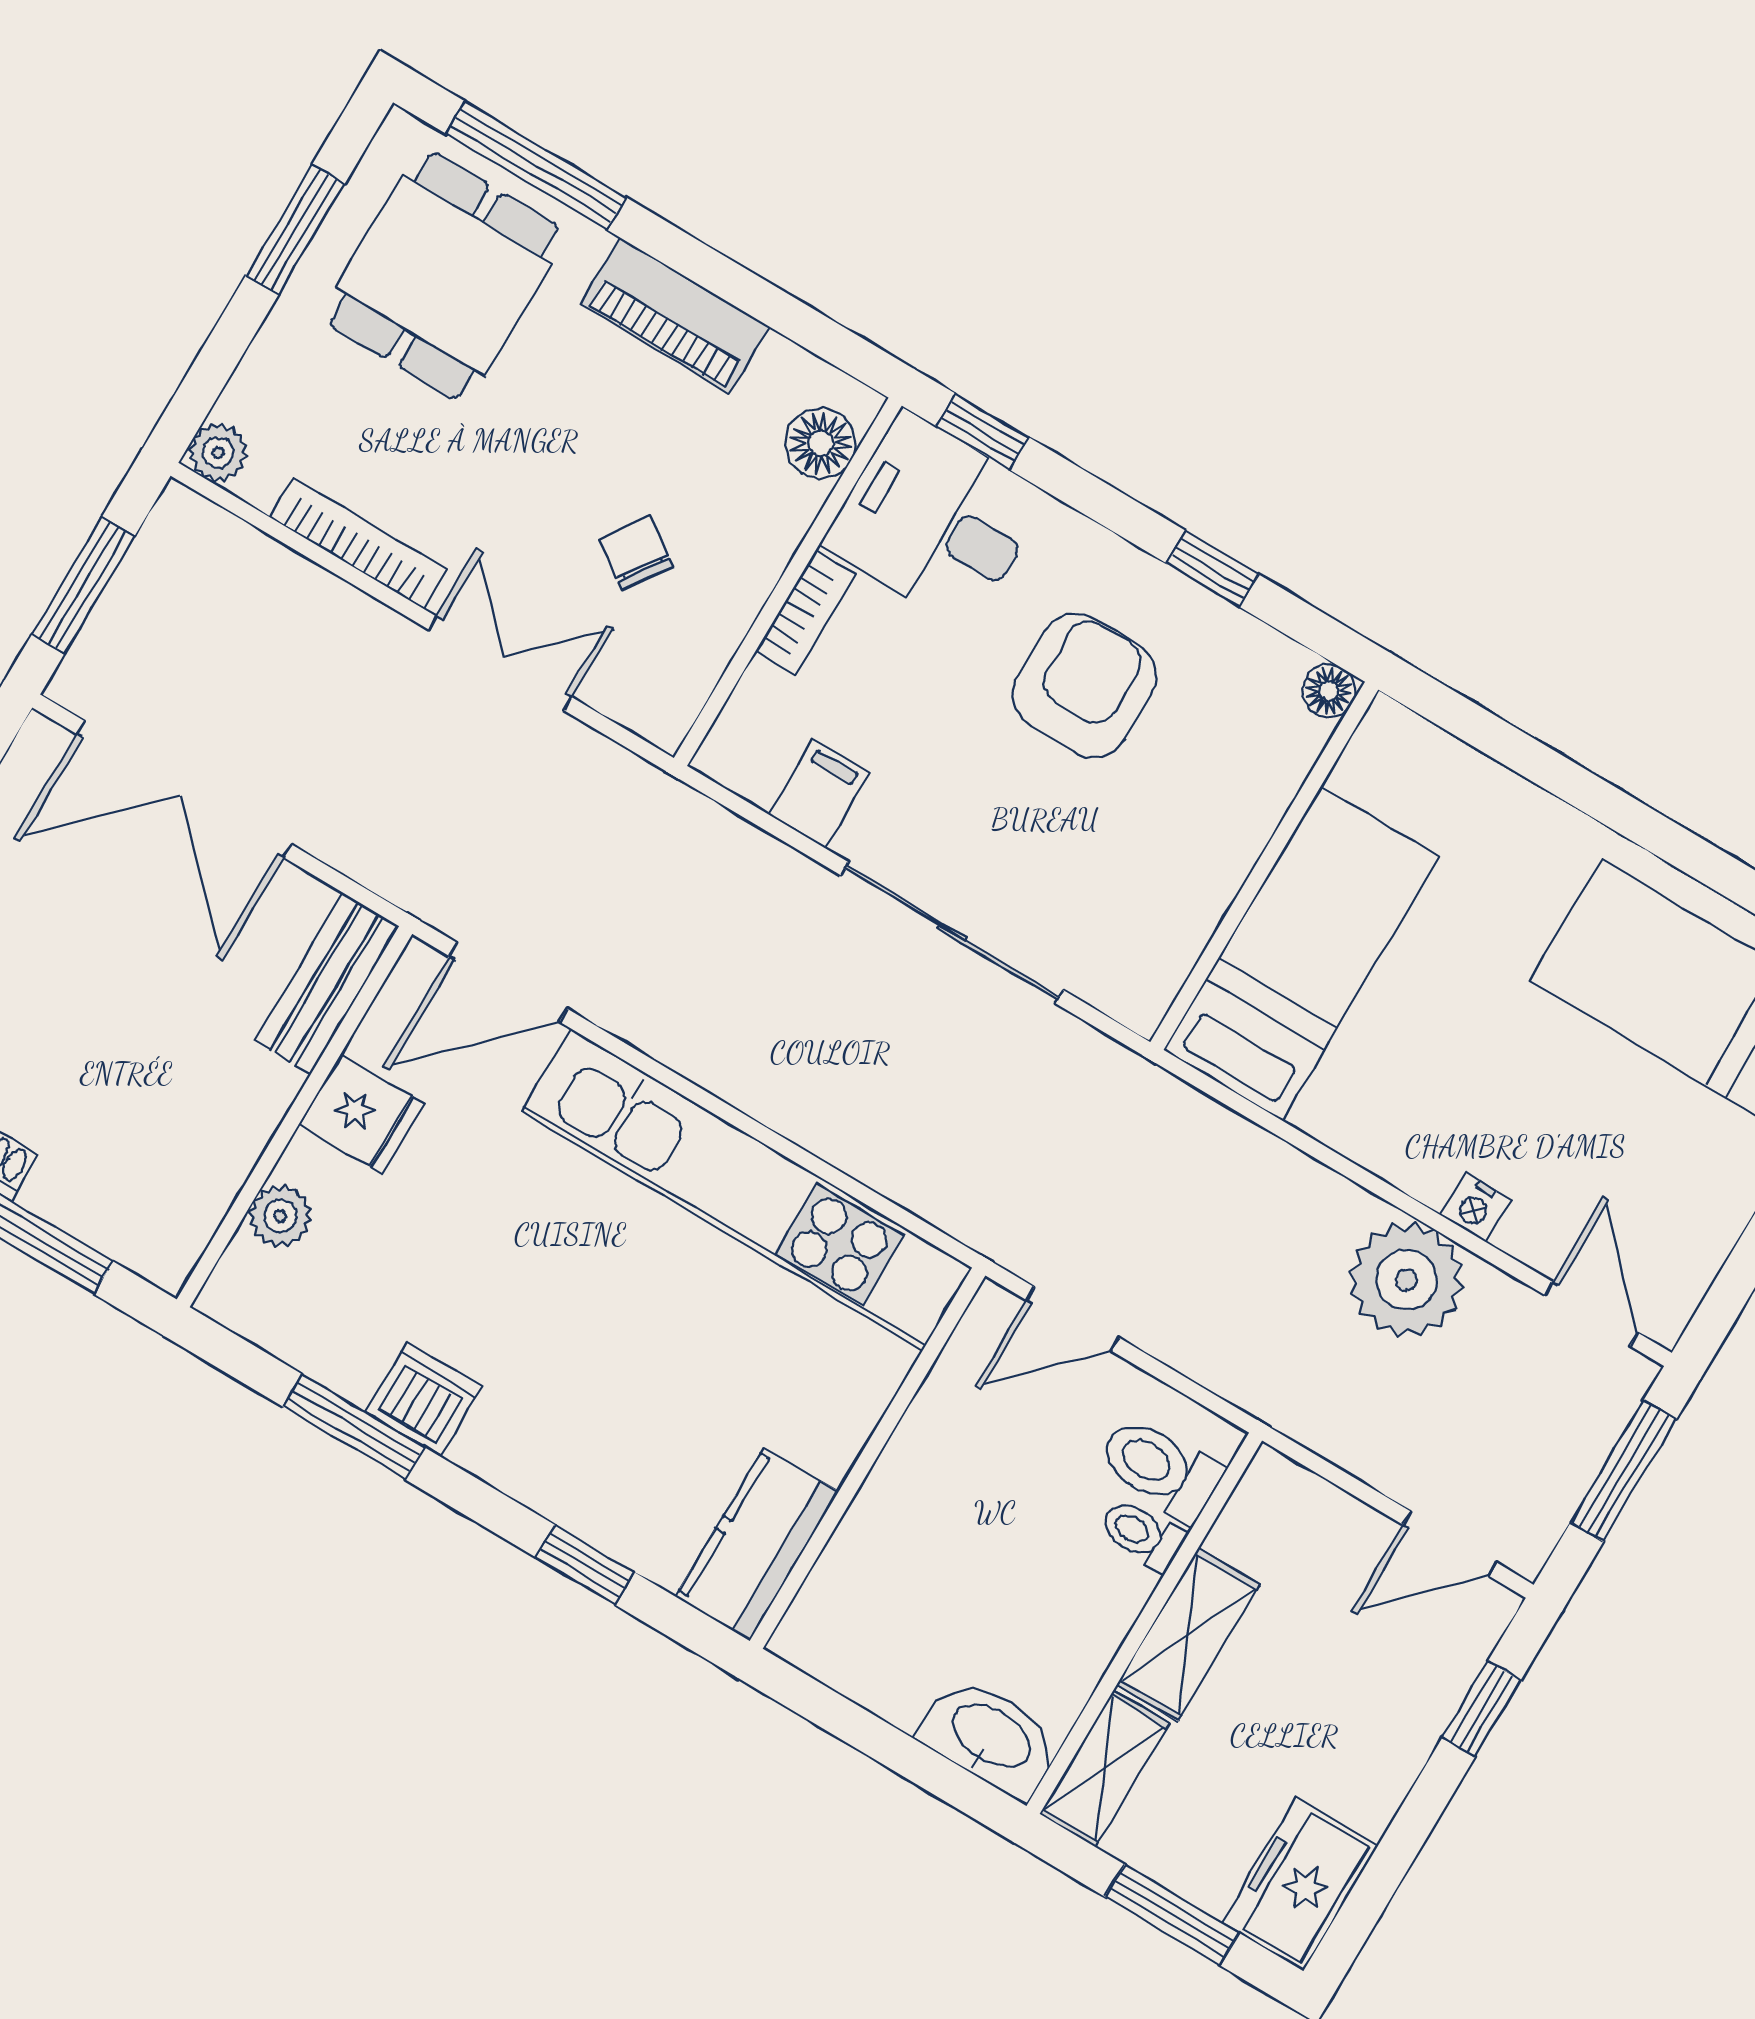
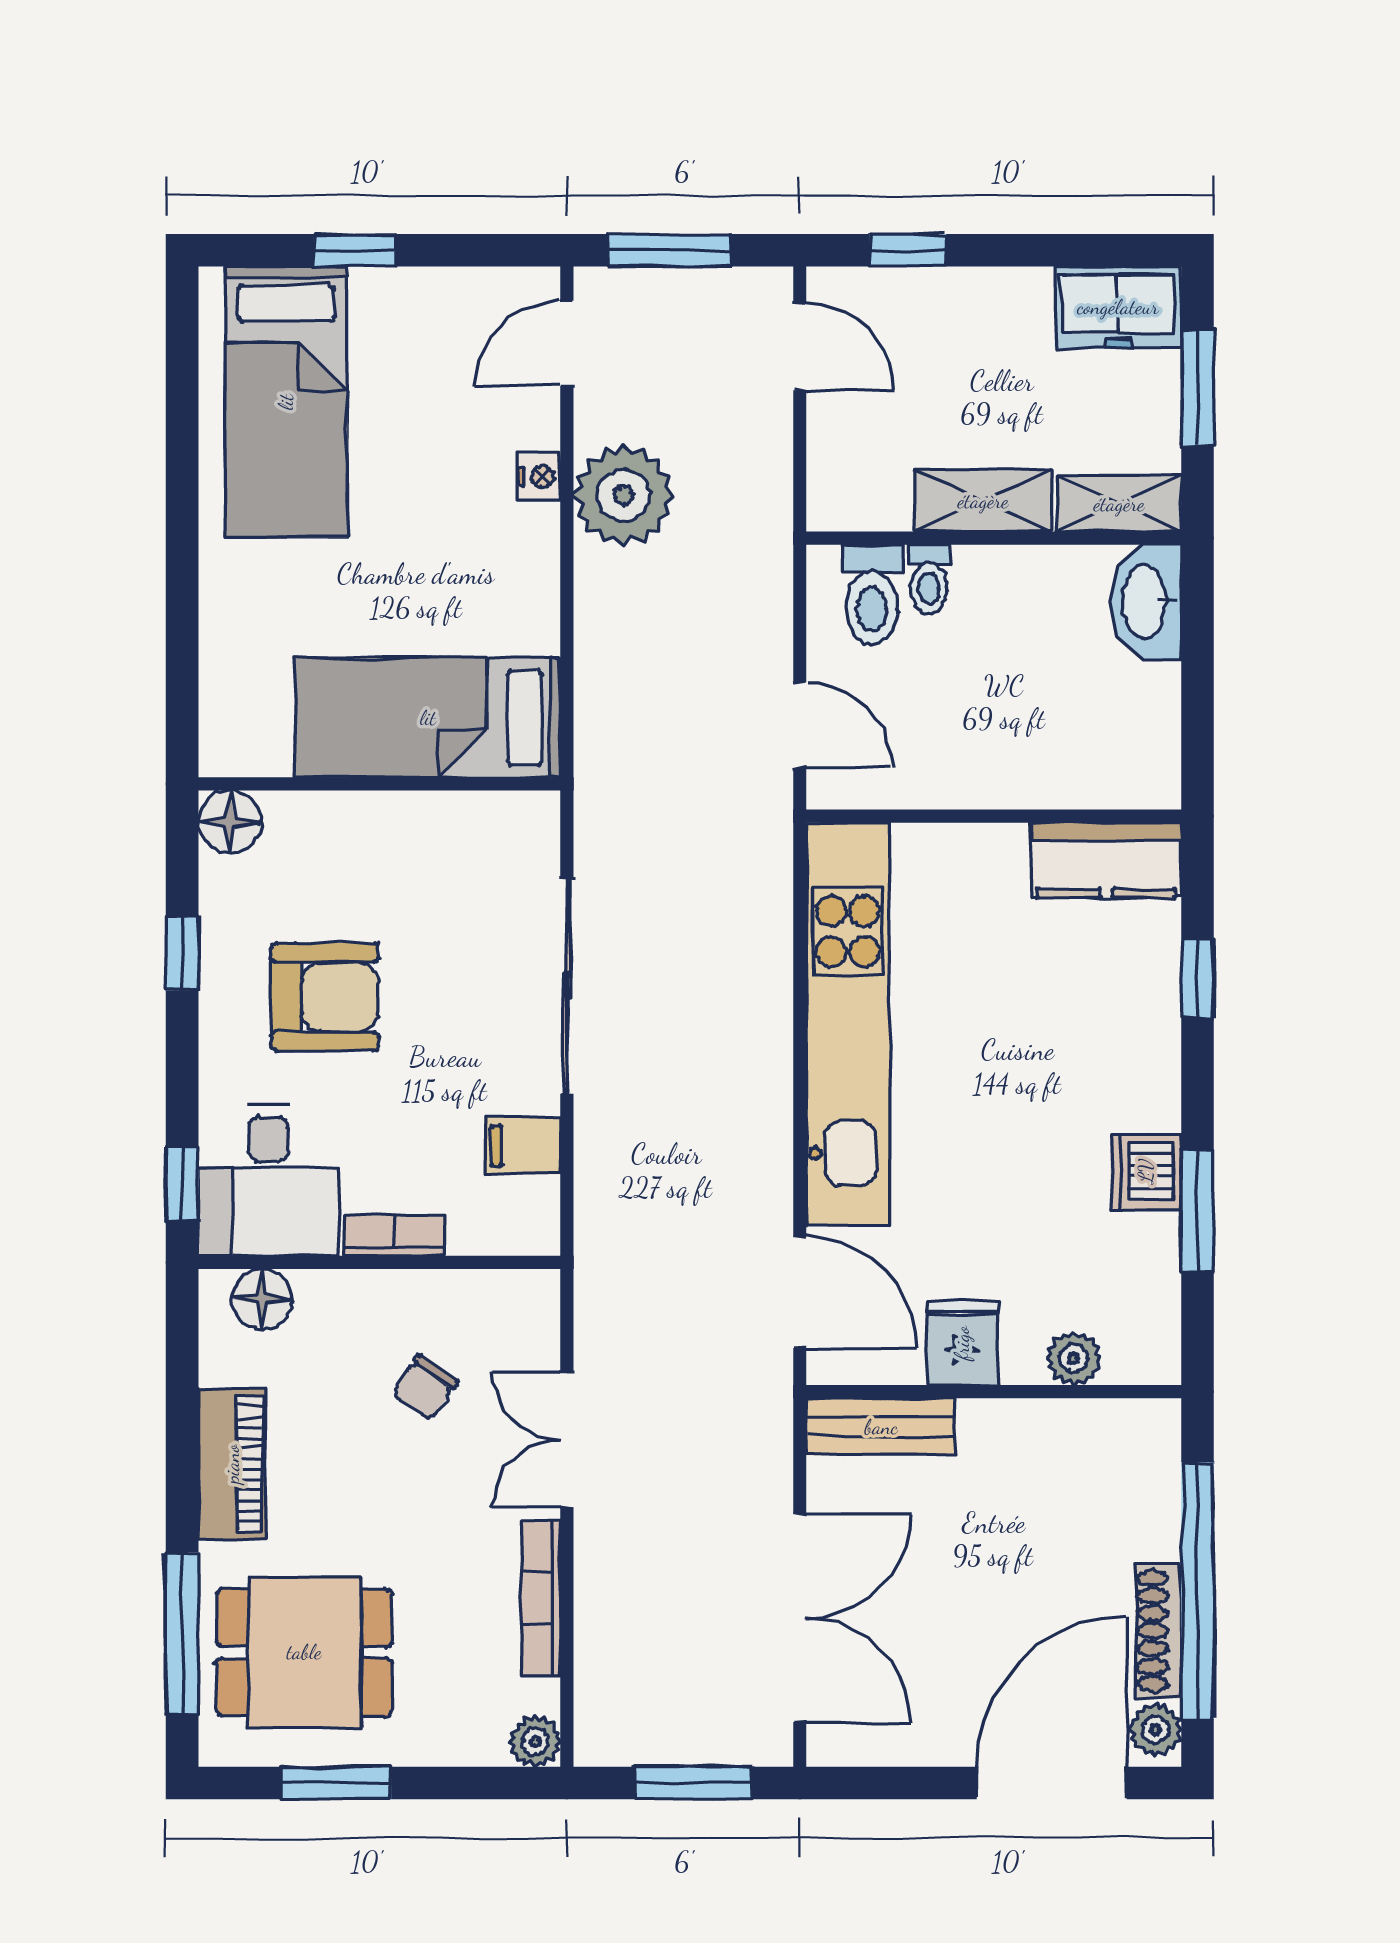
armchair: (1085, 685) -> (325, 997), turned 180
floor lamp: (1329, 691) -> (230, 822), width x1.37, depth x1.37

